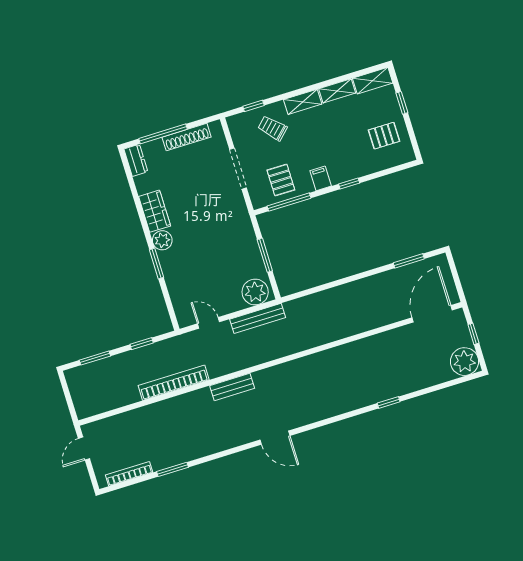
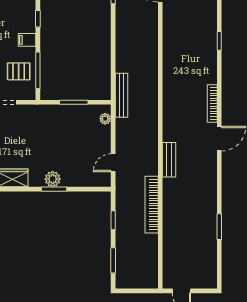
plant: (162, 240) -> (53, 179), moved
plant: (255, 292) -> (105, 119), width x0.53, depth x0.53
bench: (258, 318) -> (122, 95), moved
bookcase: (129, 474) -> (212, 104), moved

